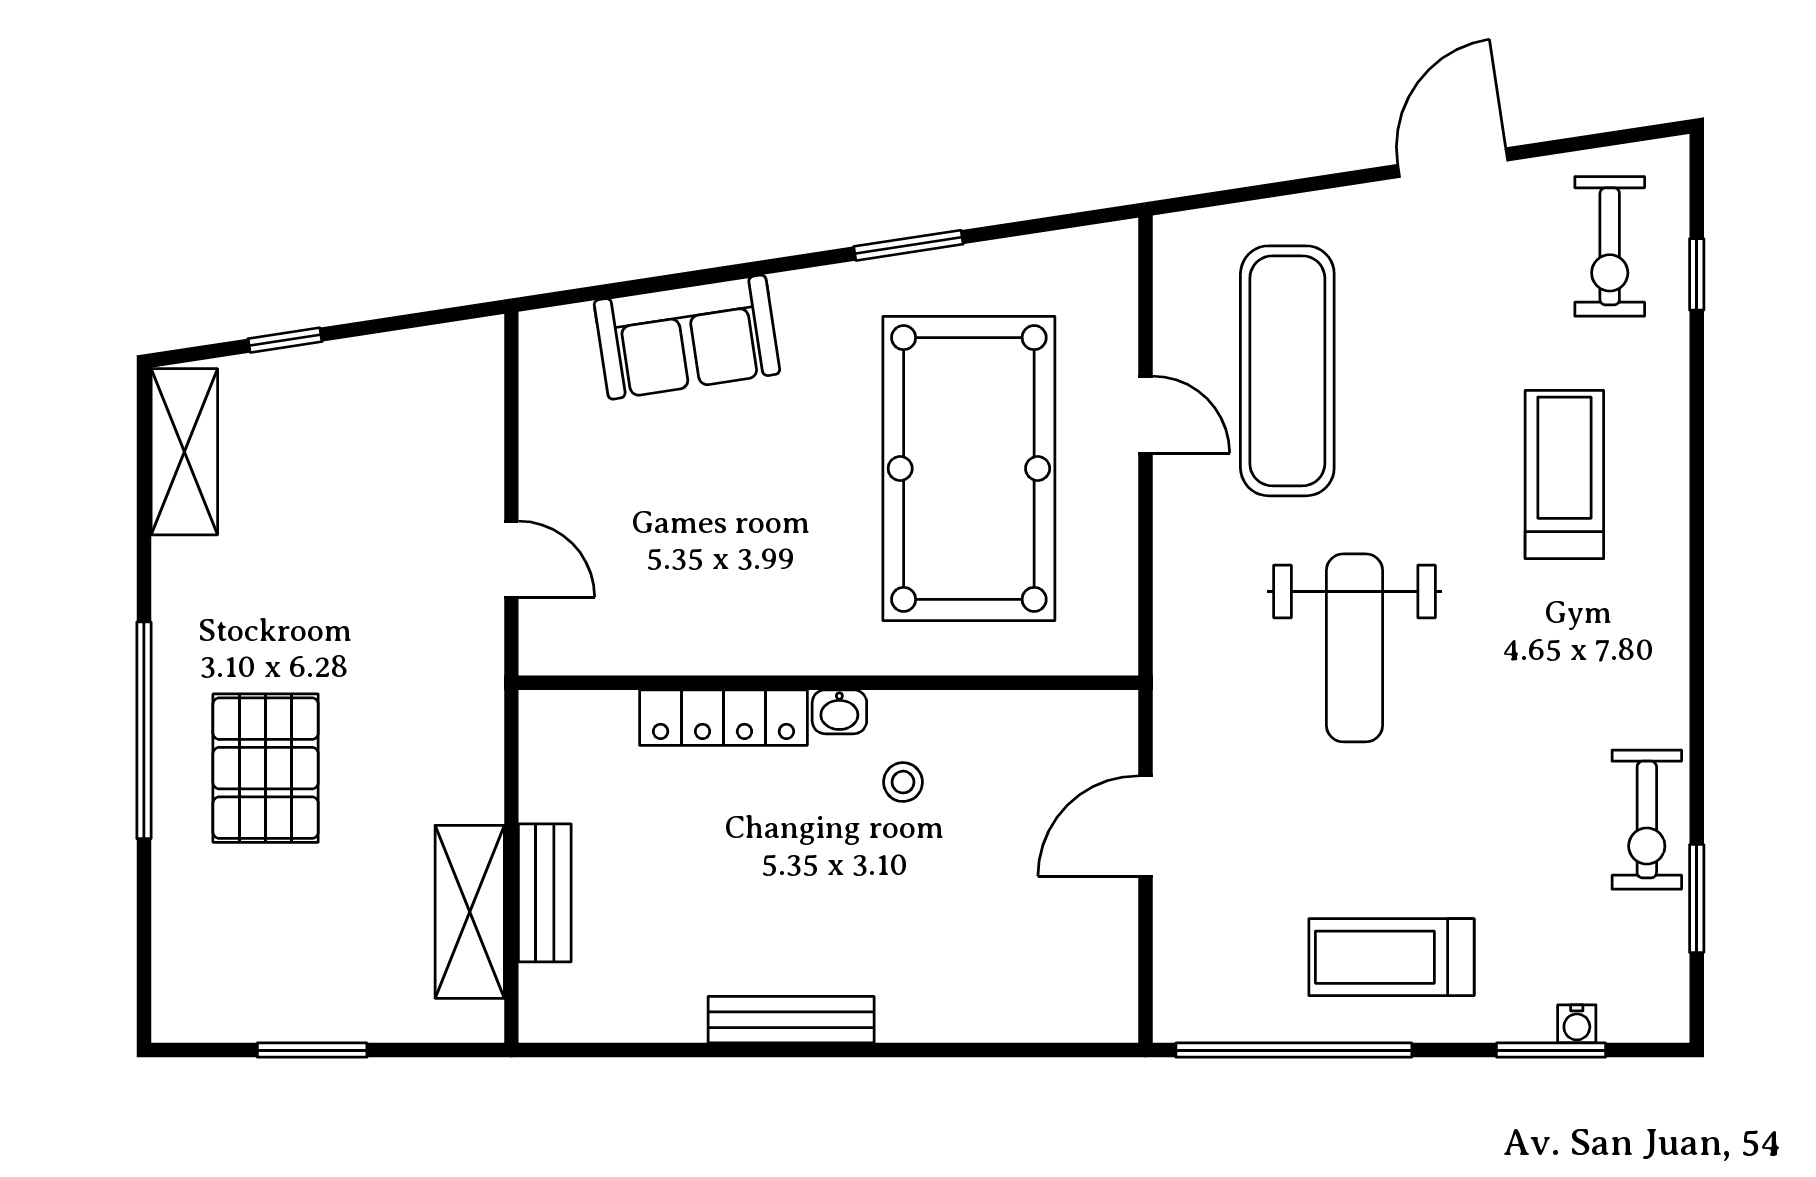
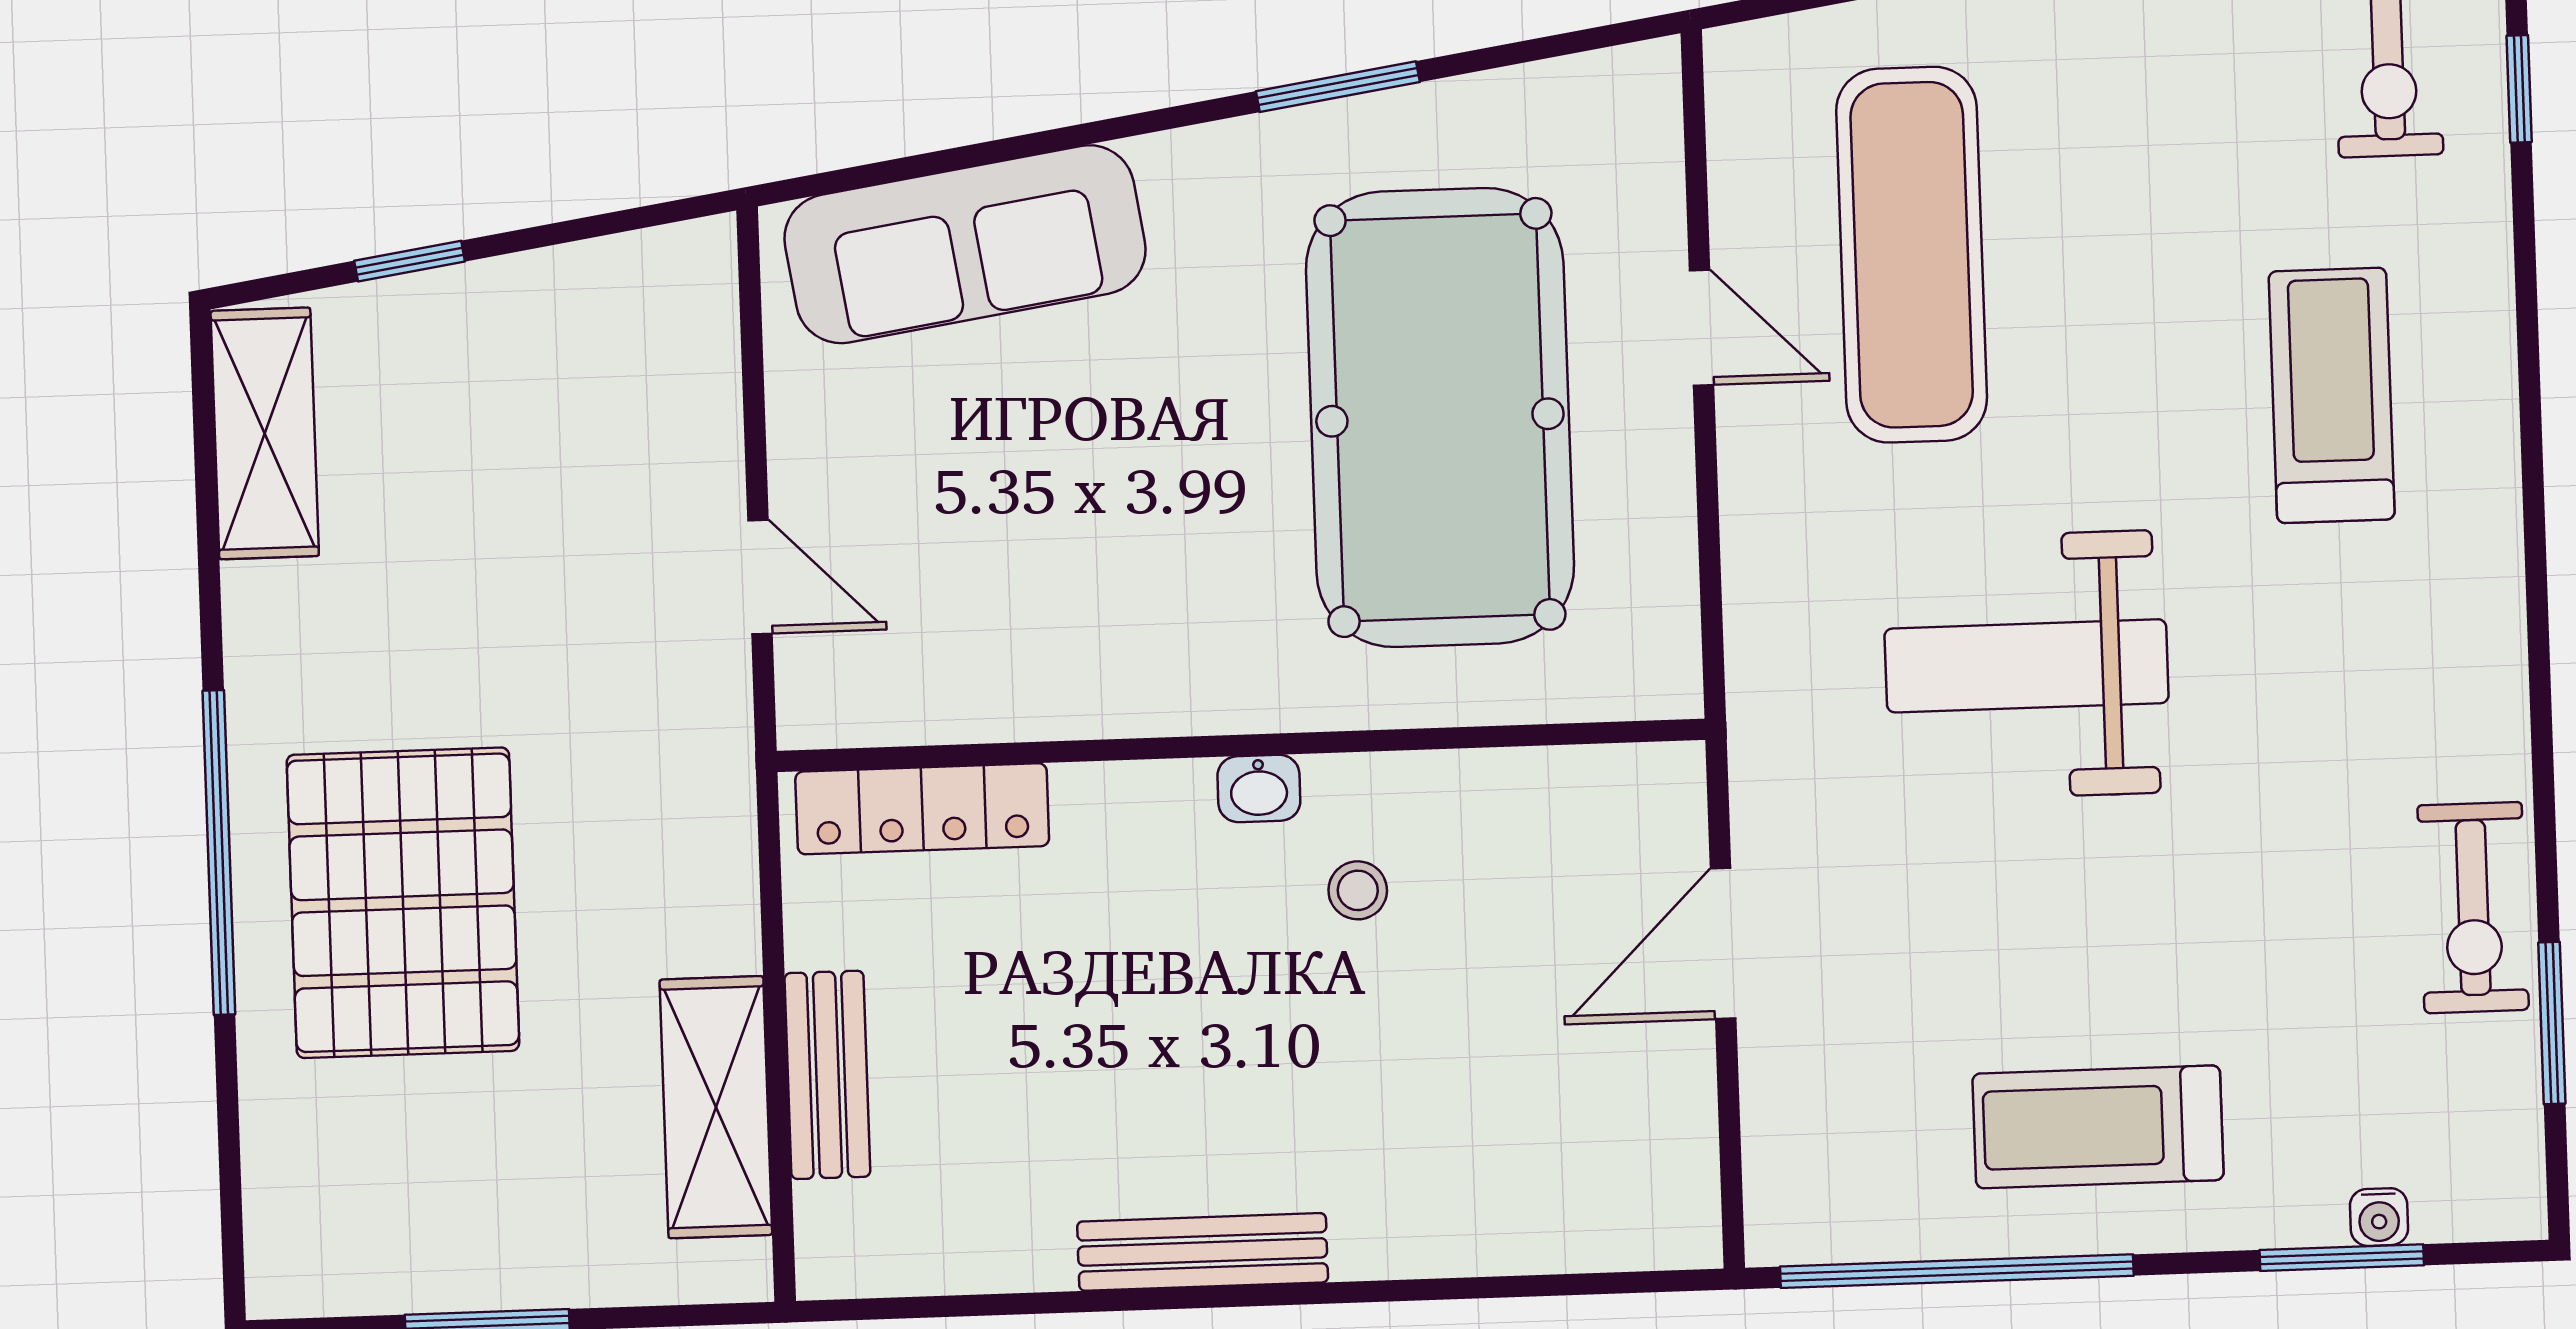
sofa: (687, 337) -> (965, 244), width x1.36
weight bench: (1355, 648) -> (2027, 666), turned 90
locker: (723, 718) -> (922, 809), moved
pallet: (266, 768) -> (403, 903), width x1.37, depth x1.41

